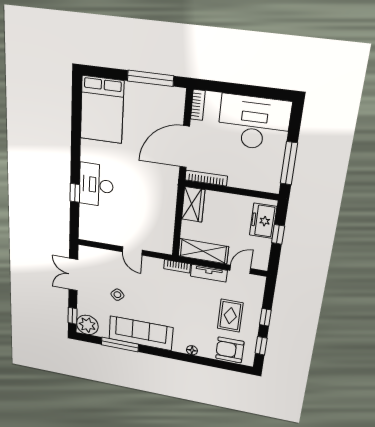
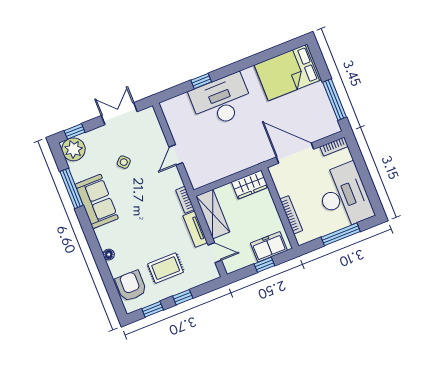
window: (289, 163) -> (341, 234), moved
bookcase: (206, 178) -> (291, 215), moved
desk: (96, 185) -> (221, 101), width x1.36, depth x1.30
sofa: (141, 333) -> (97, 201), width x0.73

